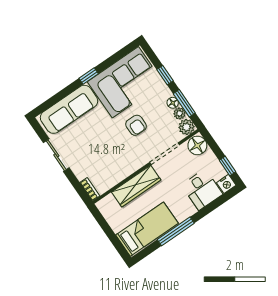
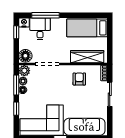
armchair: (136, 125) -> (79, 79), moved
sliding door: (56, 155) -> (110, 94), moved
wardrobe: (136, 186) -> (87, 57), moved
window: (176, 231) -> (46, 15), moved

